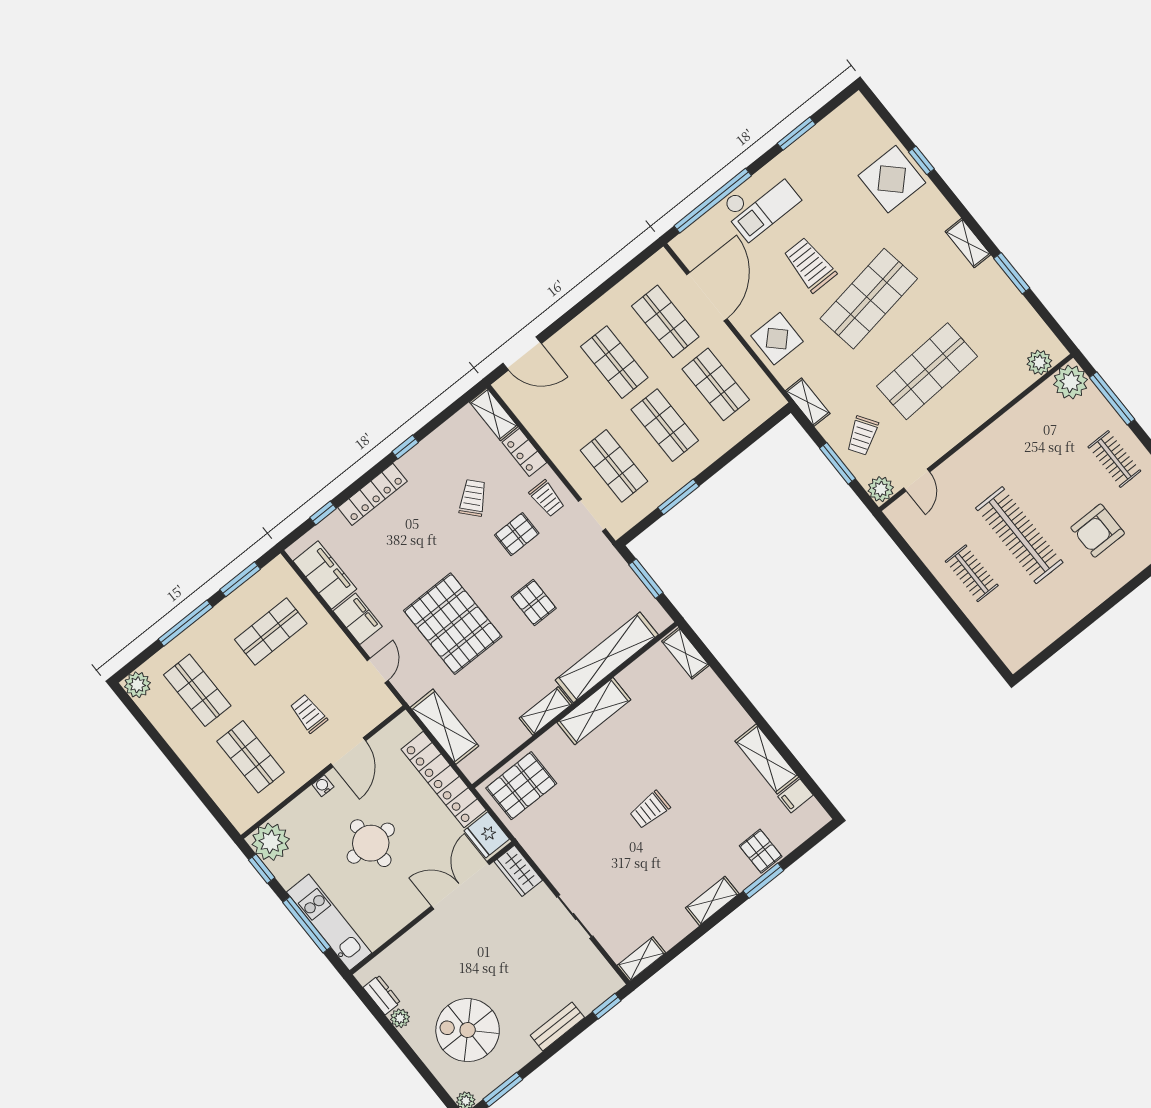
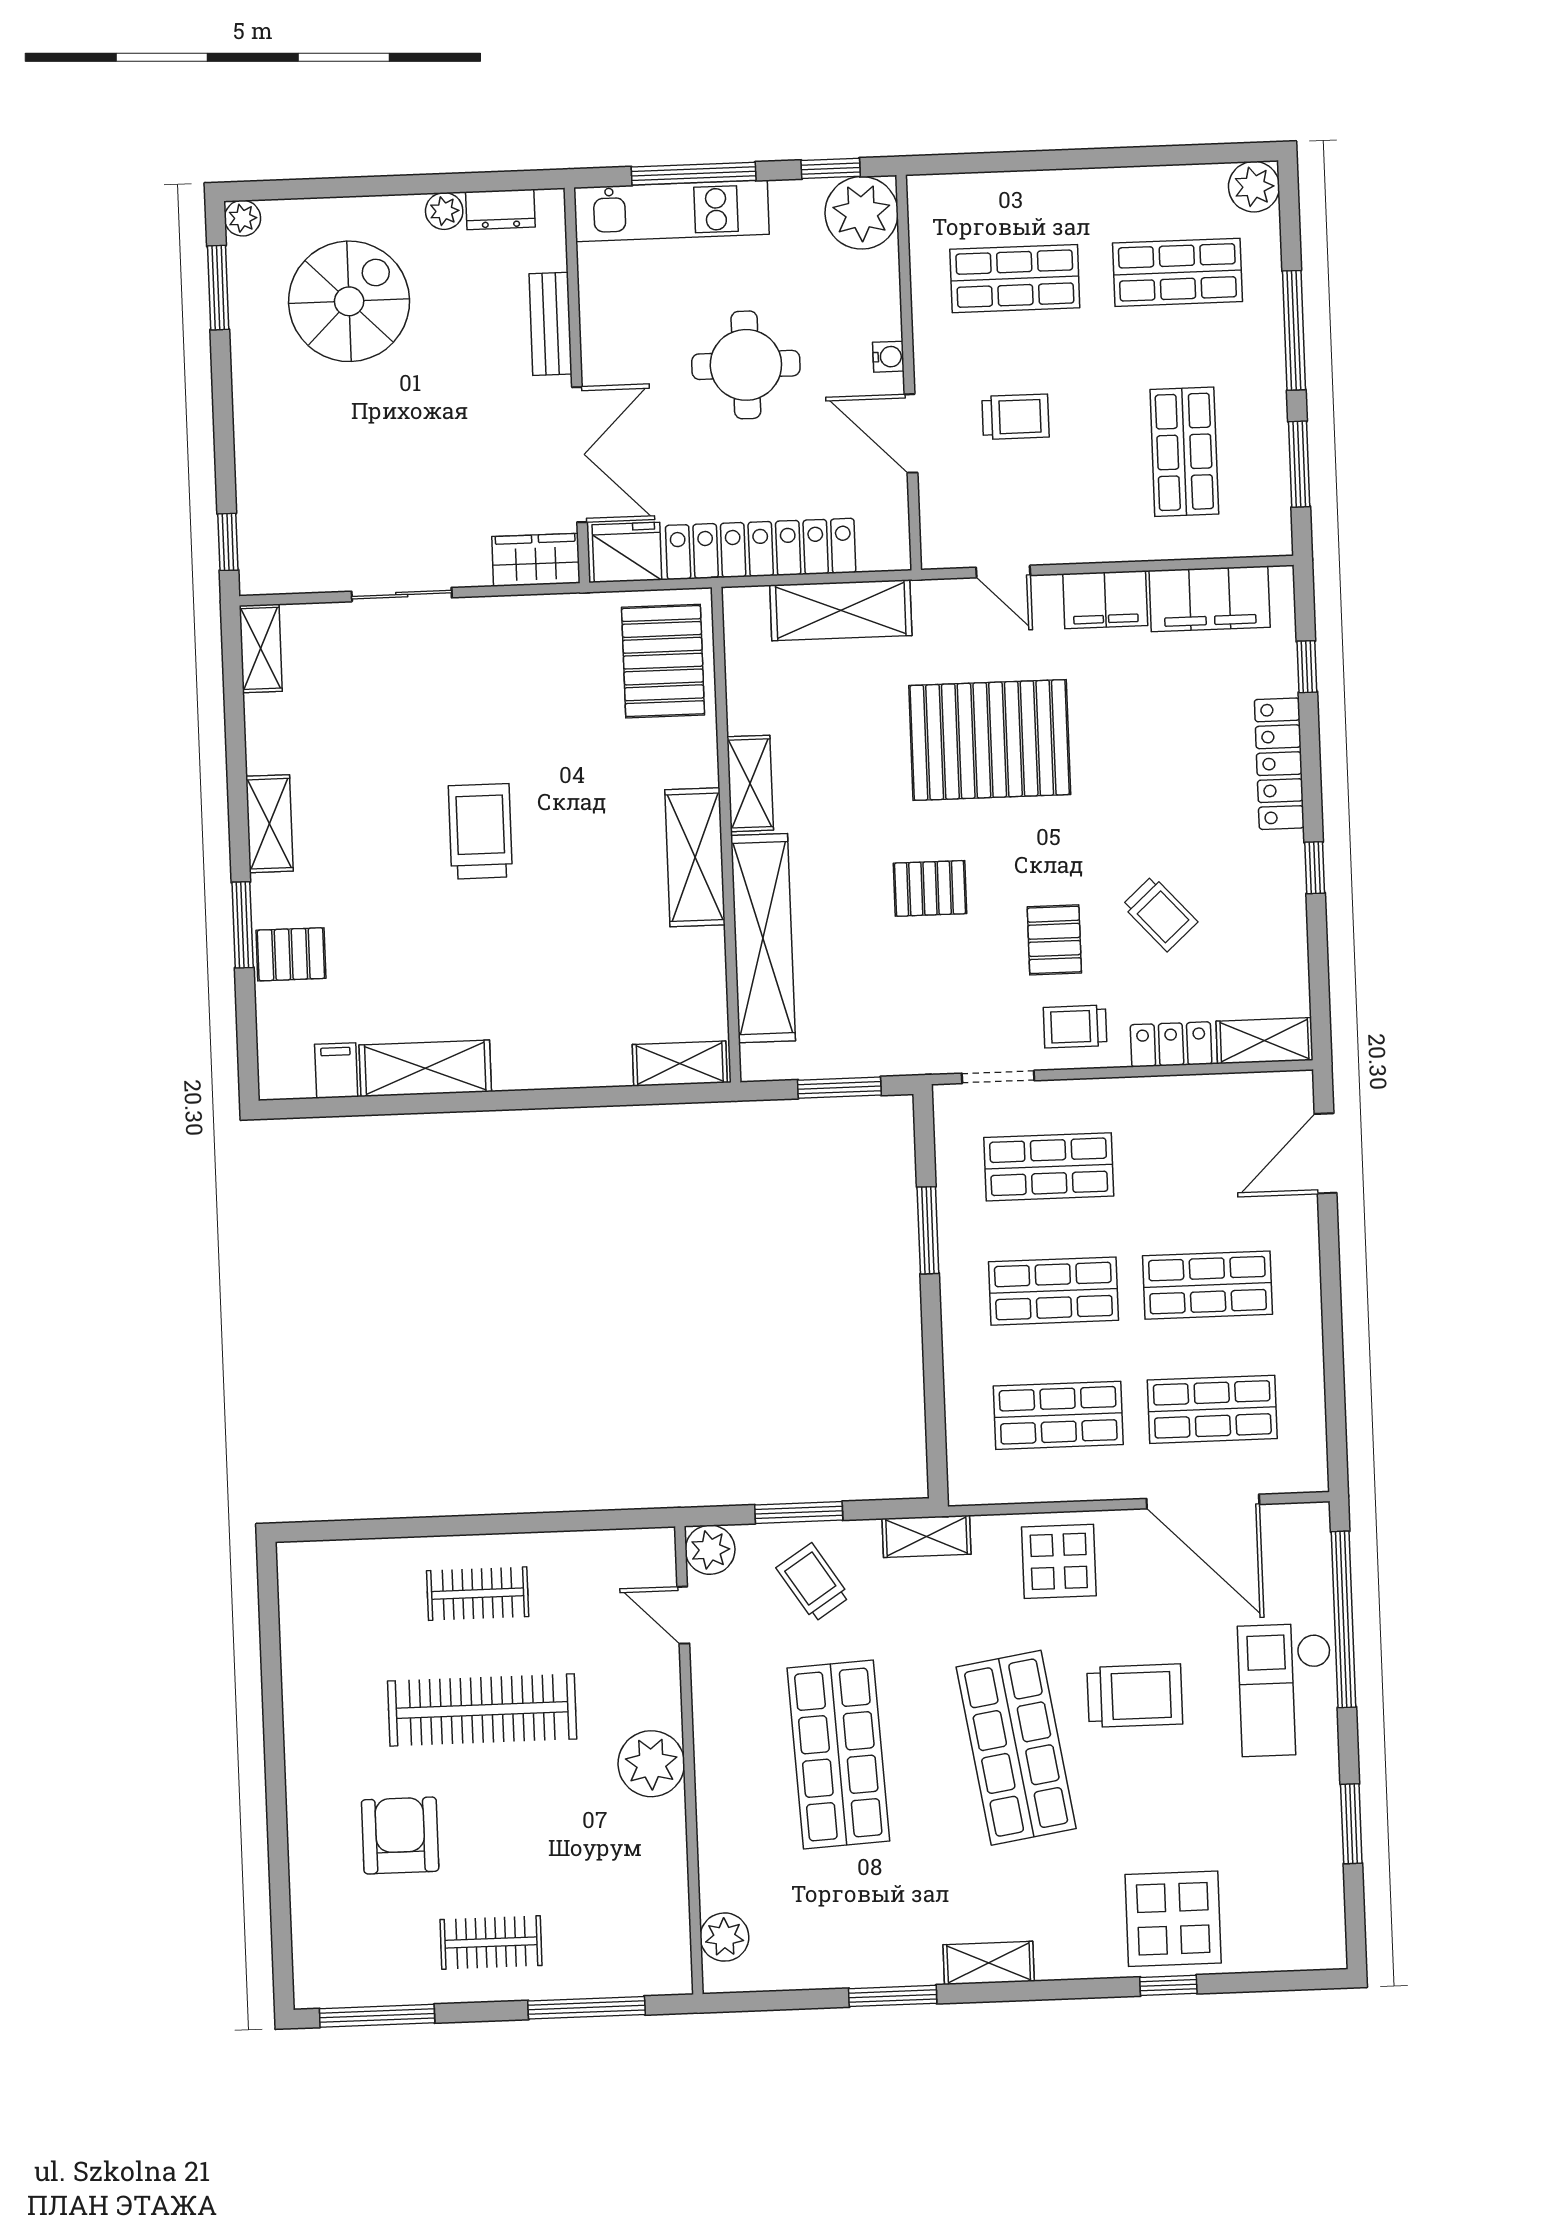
plant: (1071, 382) -> (651, 1764), moved
trolley: (650, 810) -> (480, 831), width x1.36, depth x1.39
bench: (557, 1026) -> (550, 324), moved

